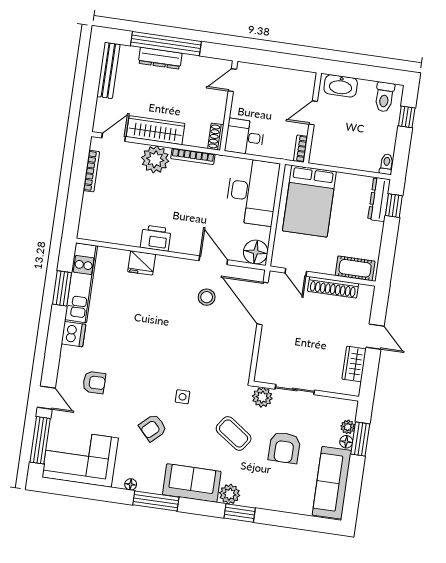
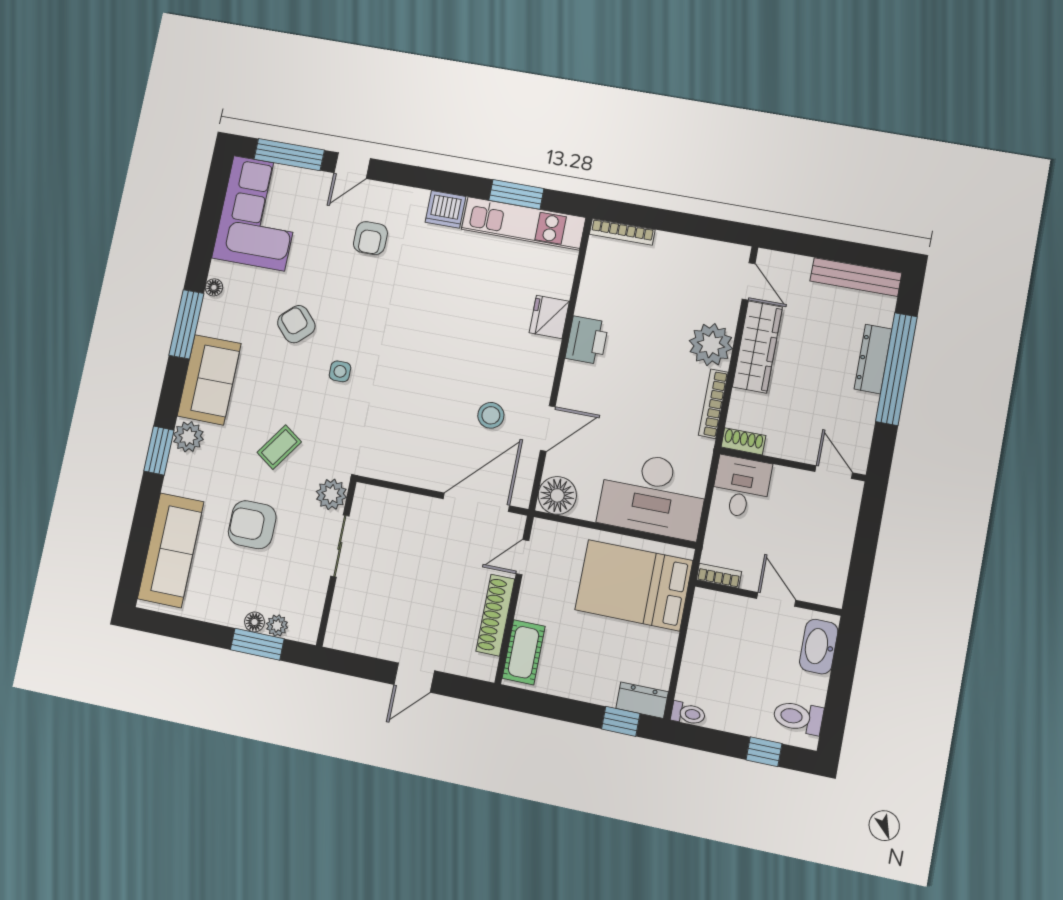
bookcase: (91, 171) -> (622, 232), moved
dresser: (379, 199) -> (642, 700), width x0.70
wardrobe: (354, 364) -> (374, 642), removed
coffee table: (234, 433) -> (279, 447), width x0.73, depth x0.77
sofa: (332, 483) -> (171, 550), moved, turned 90

